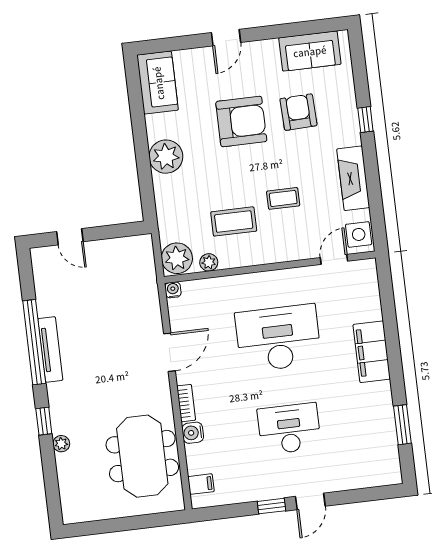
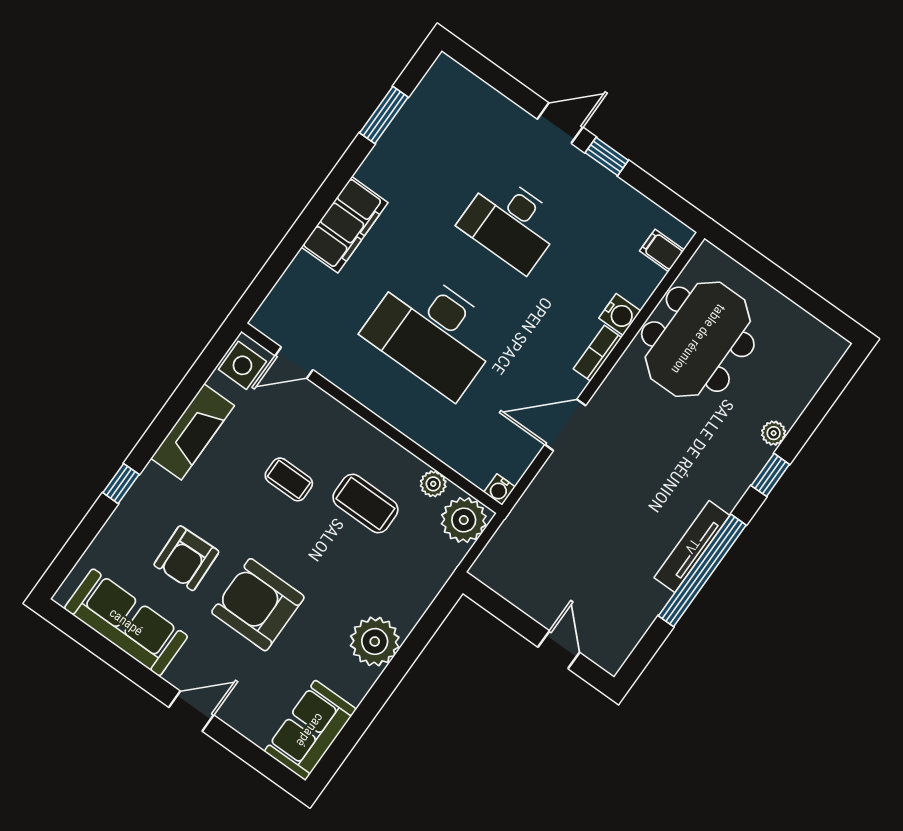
sofa: (310, 51) -> (126, 622), width x1.36

